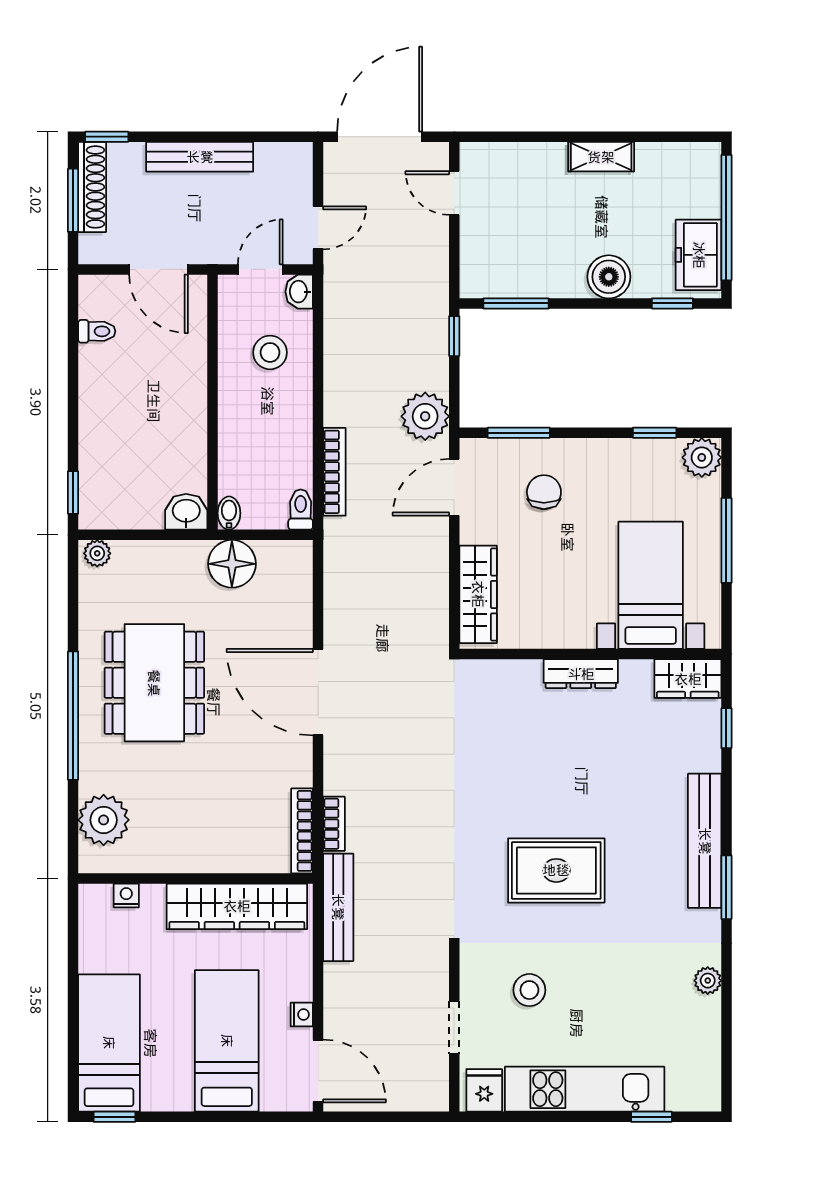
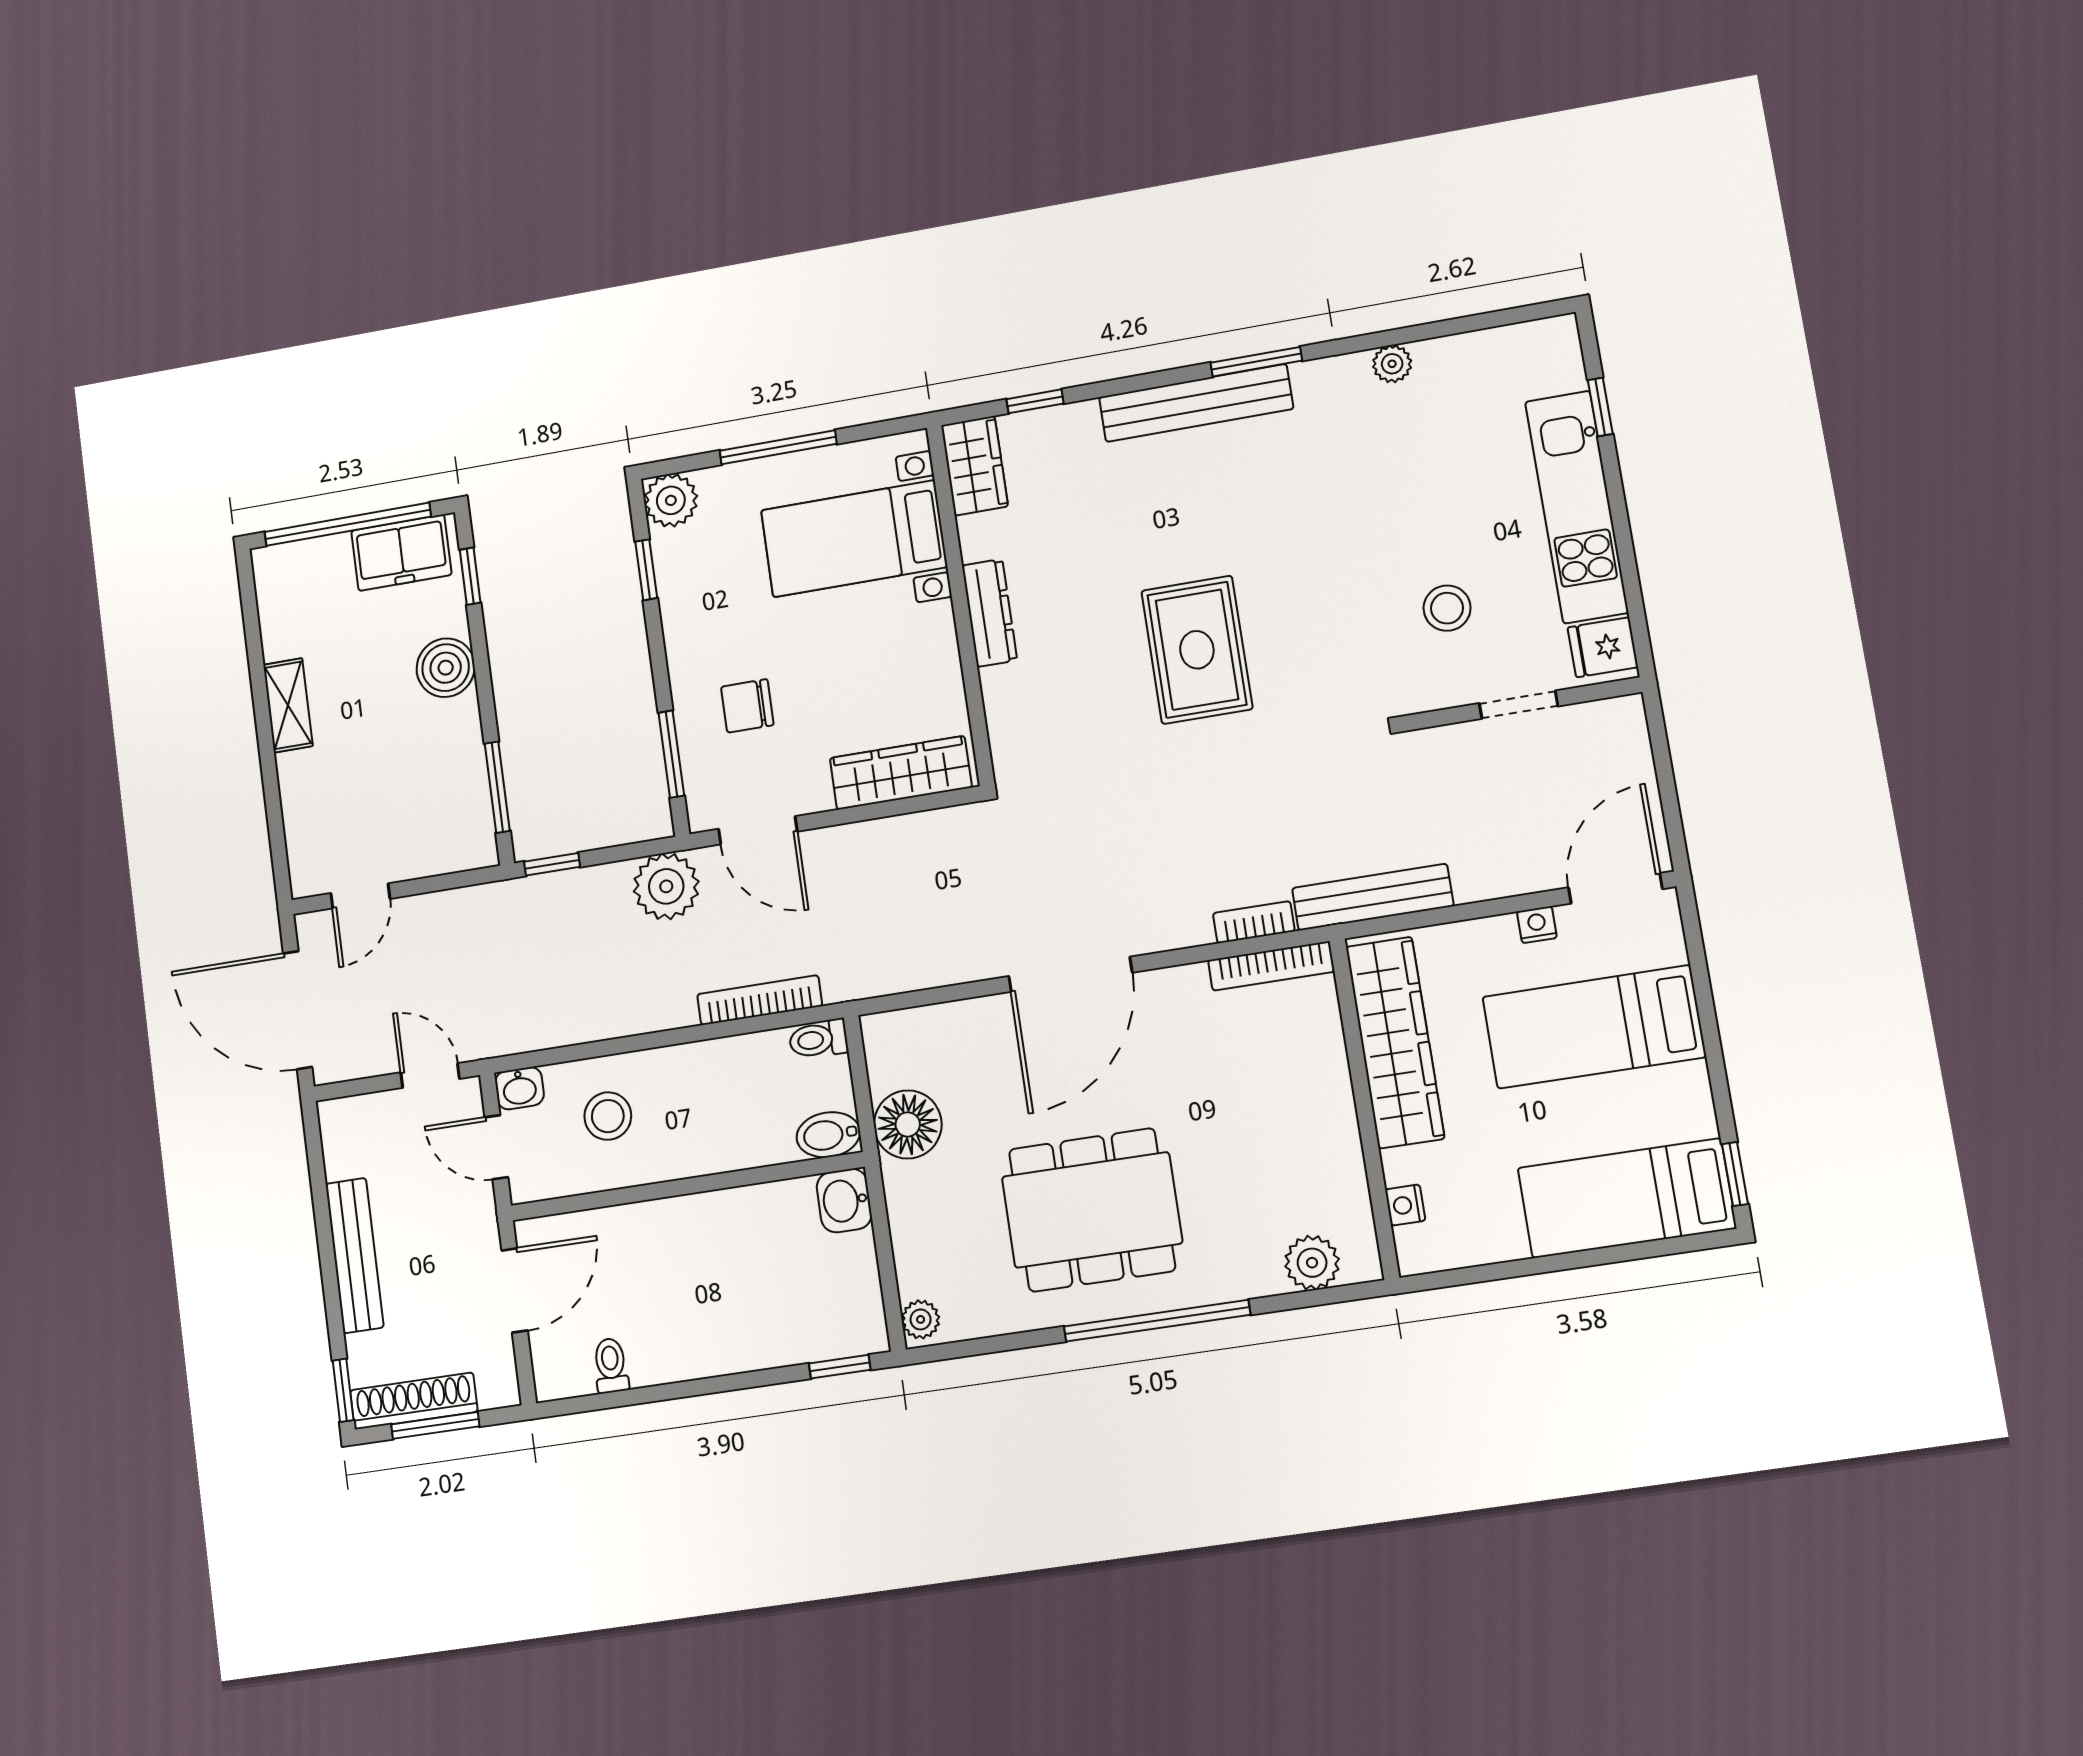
bidet: (229, 513) -> (828, 1135), width x1.38, depth x1.36
plant: (104, 820) -> (1312, 1263), width x0.73, depth x0.73
rug: (556, 870) -> (1197, 650), moved

